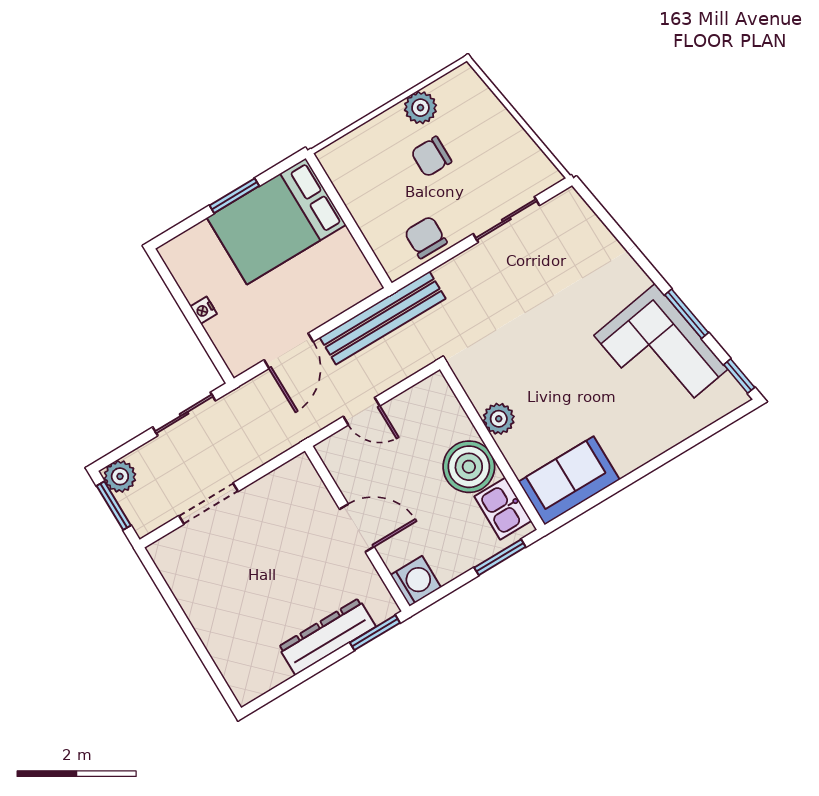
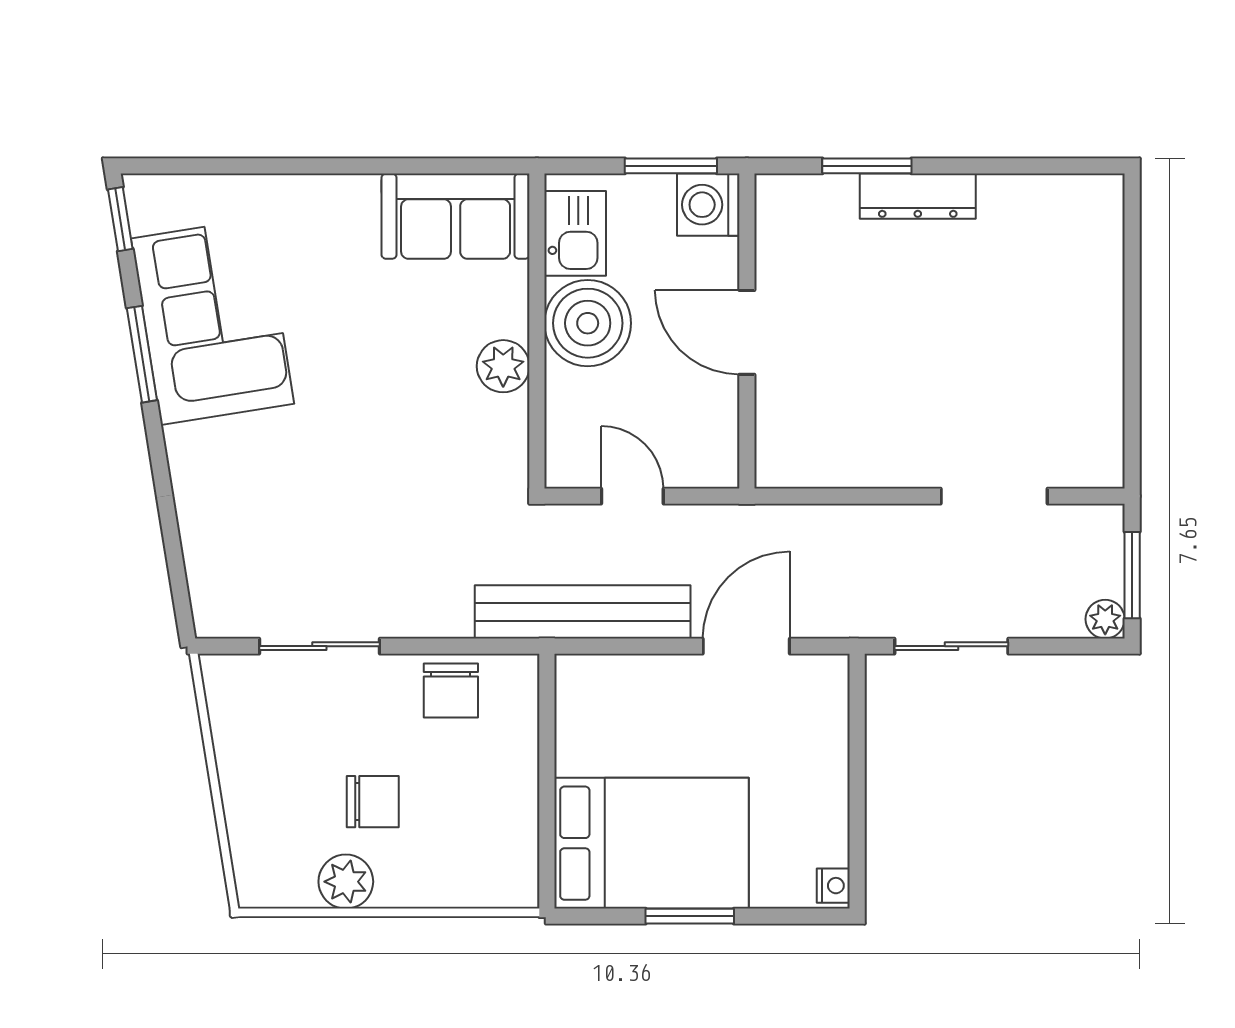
nightstand: (204, 310) -> (833, 886), moved
door: (361, 411) -> (632, 496), moved
plant: (120, 476) -> (1105, 619), width x0.73, depth x0.73
door: (357, 528) -> (747, 332), moved
wall: (357, 529) -> (747, 331), moved
window: (500, 557) -> (671, 166), moved
washing machine: (416, 581) -> (708, 205), moved
dresser: (327, 637) -> (918, 196), width x0.73, depth x0.80

